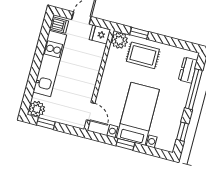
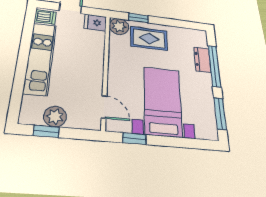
dresser: (188, 70) -> (202, 60), moved
plant: (37, 109) -> (55, 116), moved
window: (183, 132) -> (220, 114), width x1.50
window: (125, 144) -> (135, 139), moved

